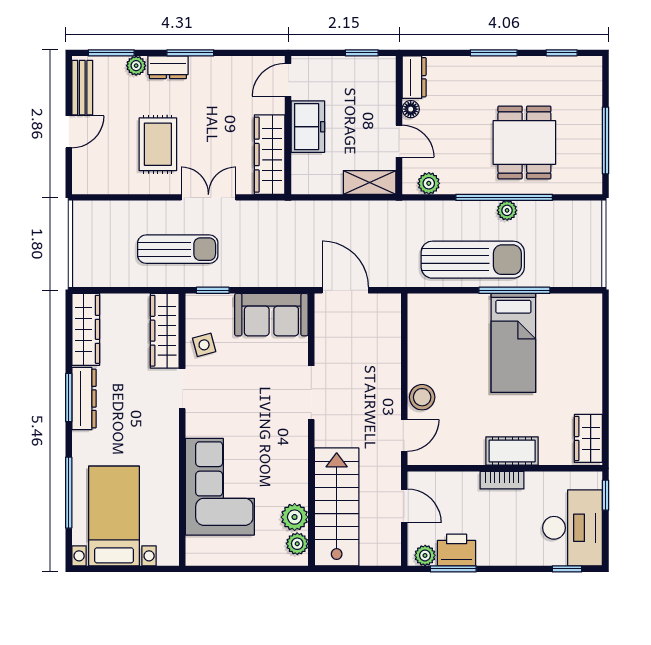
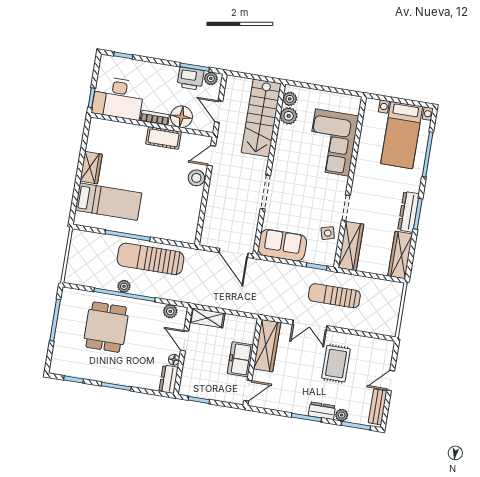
bed: (513, 343) -> (108, 202), moved, turned 90
wardrobe: (588, 438) -> (91, 168), moved
cot: (512, 451) -> (164, 138), moved
floor lamp: (461, 488) -> (181, 117), added
desk: (572, 528) -> (118, 98), moved, turned -90

